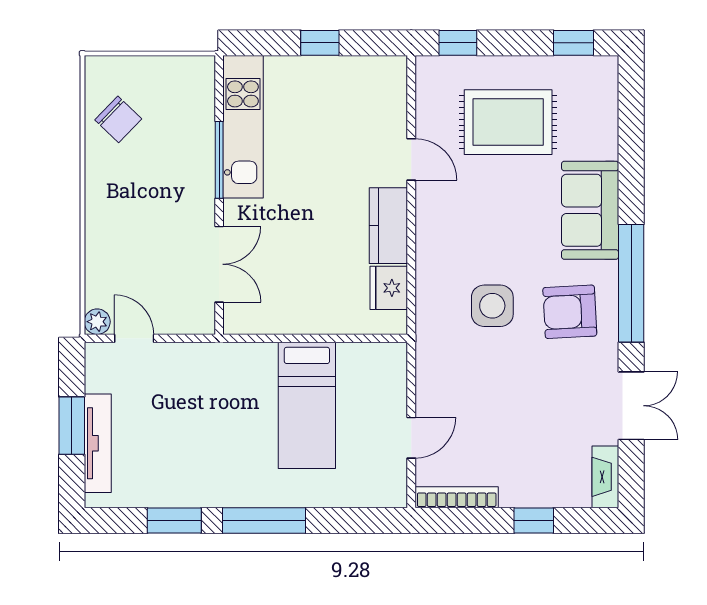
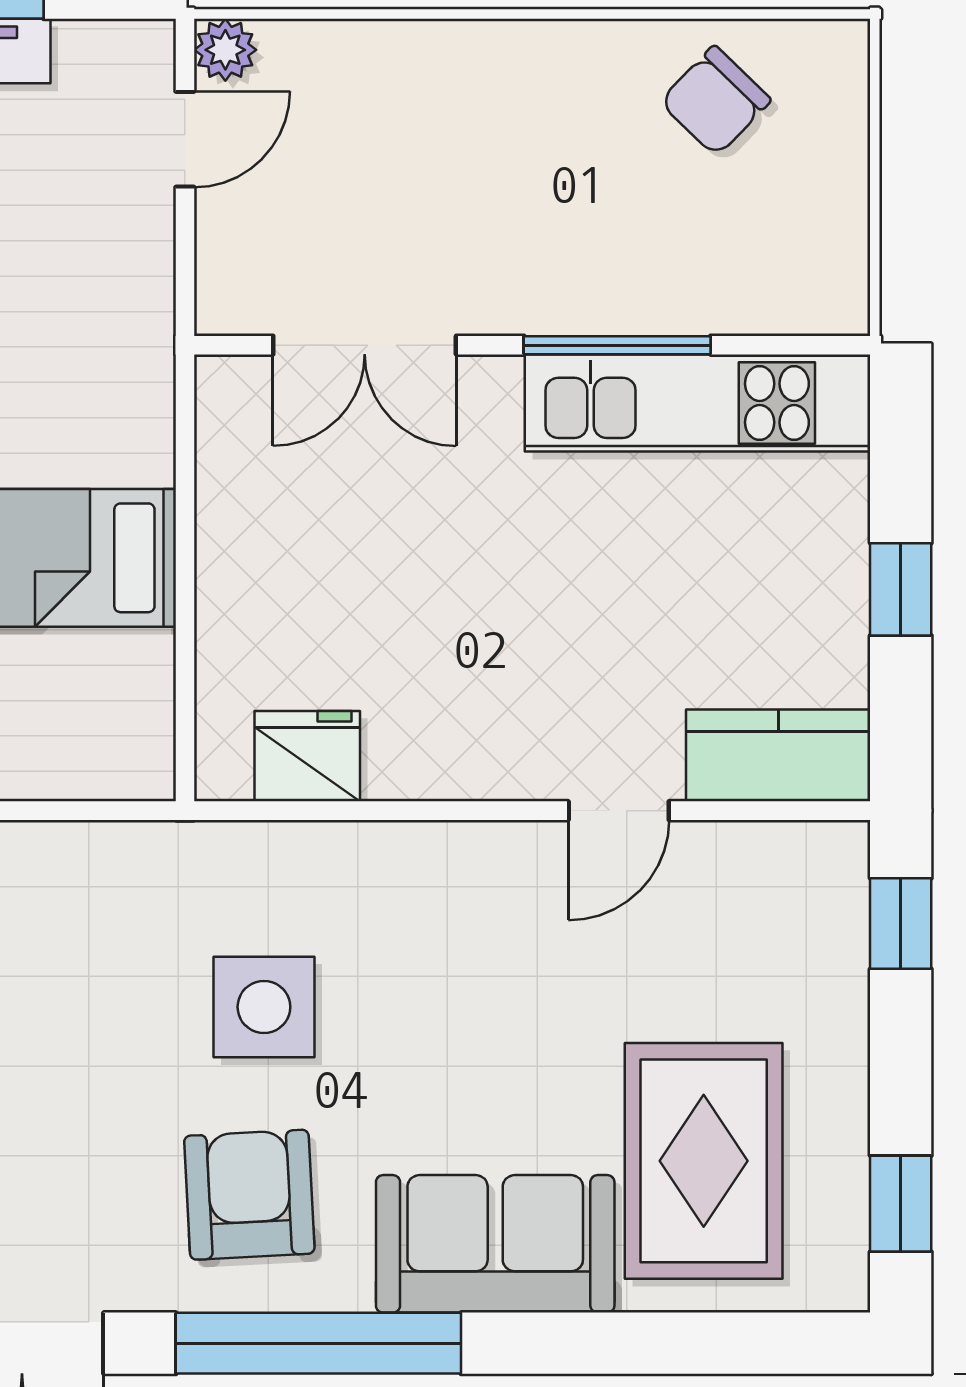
rug: (508, 122) -> (704, 1161), moved
kitchen counter: (388, 226) -> (778, 755), moved

